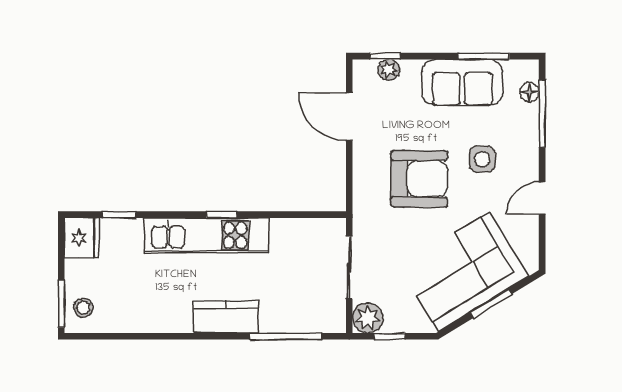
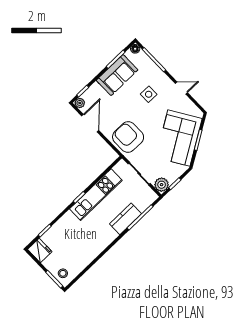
plant: (389, 70) -> (80, 103), moved
floor lamp: (529, 92) -> (135, 49), moved
door: (349, 117) -> (90, 123), swing flipped
armchair: (419, 179) -> (128, 137), moved, turned -90
door: (542, 198) -> (181, 88), swing flipped
kitchen unit: (207, 235) -> (96, 195), moved
kitchen counter: (226, 317) -> (125, 219), moved

